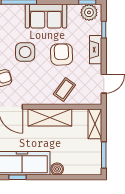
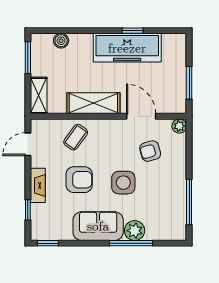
plant: (89, 12) -> (135, 231), moved
armchair: (62, 54) -> (79, 180), turned -88
boiler: (57, 169) -> (61, 41), moved

